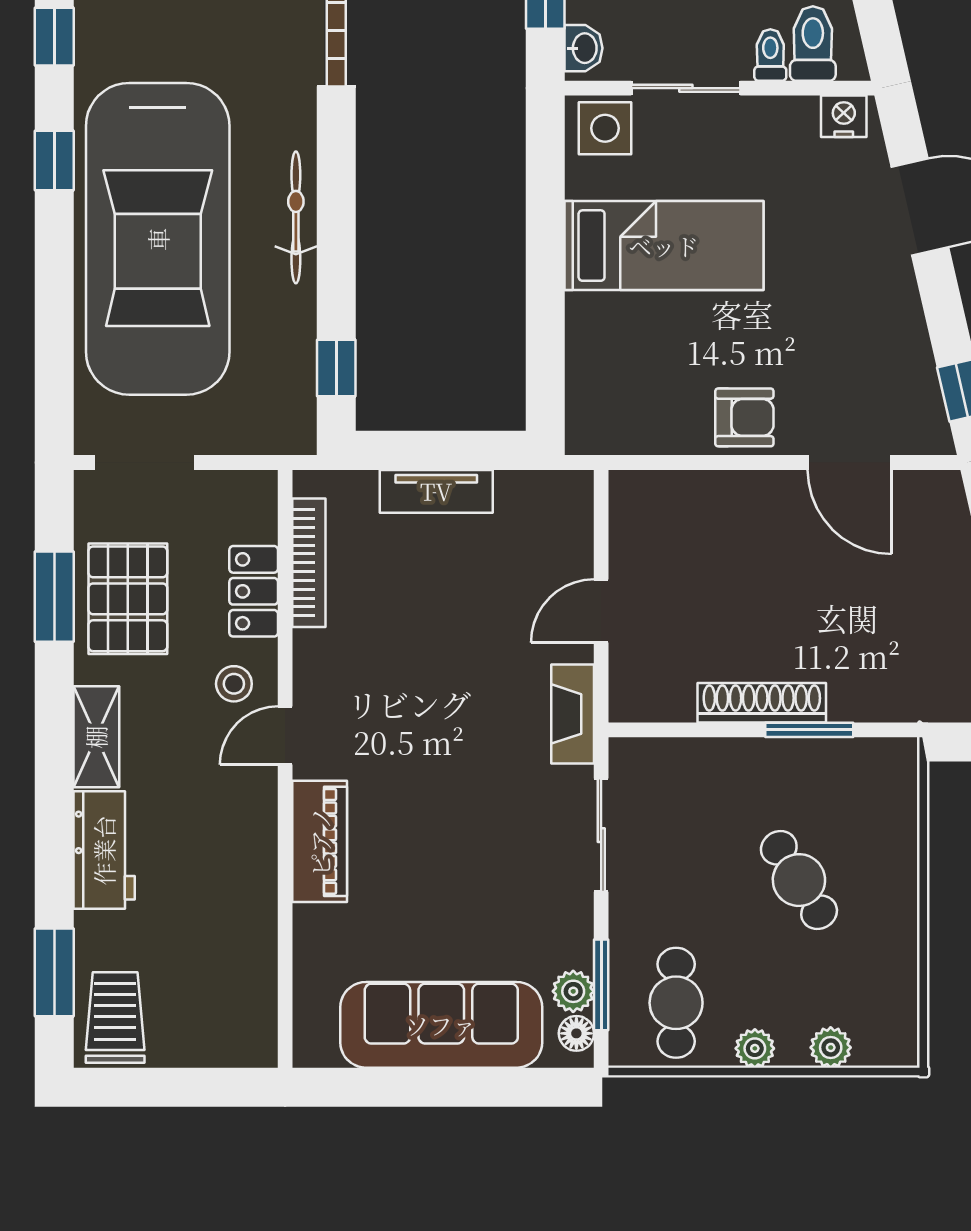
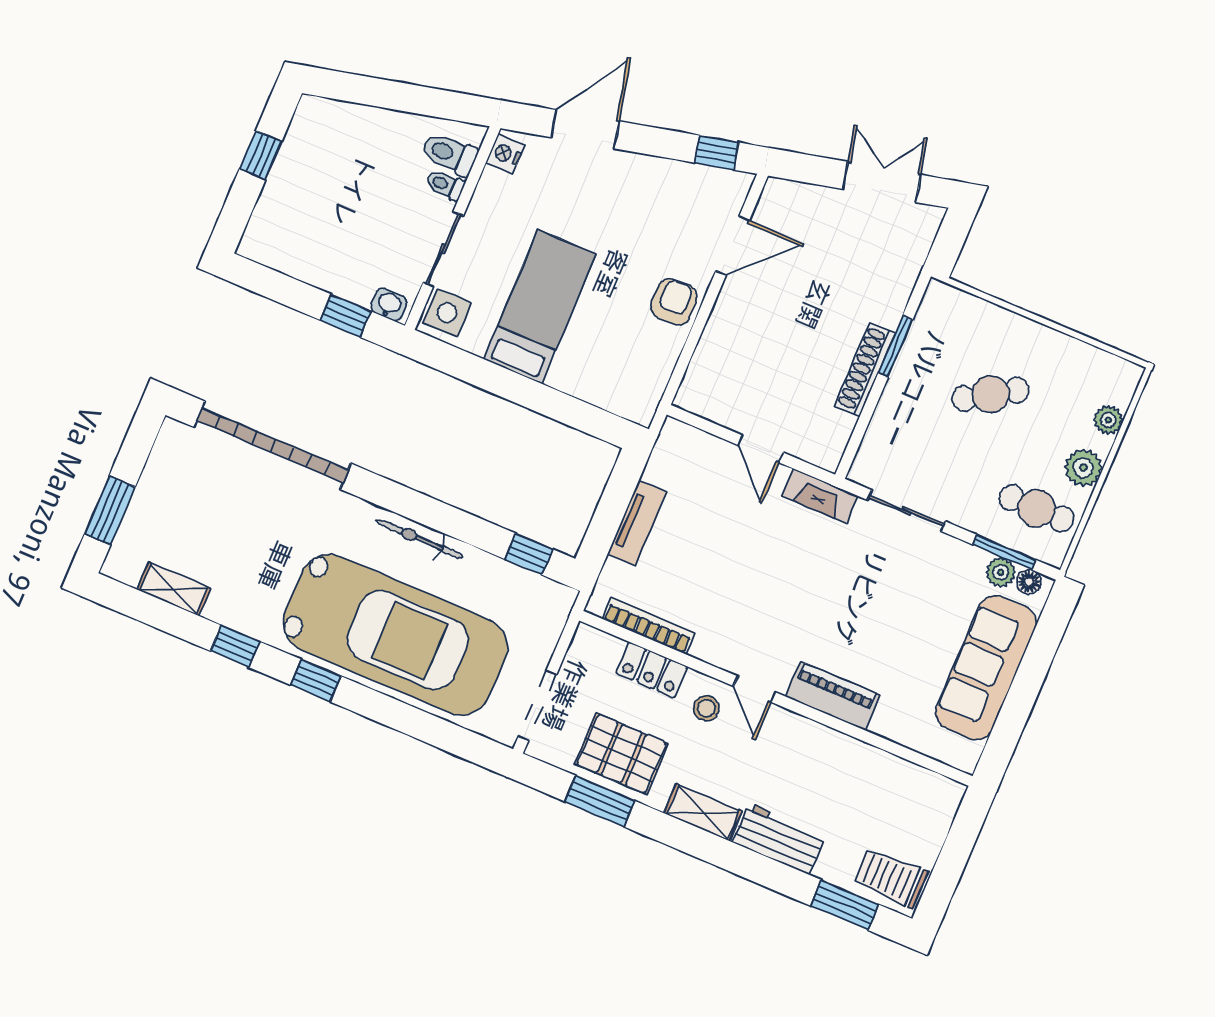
plant: (755, 1048) -> (1083, 468), width x1.38, depth x1.38

